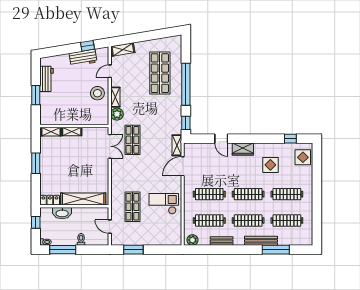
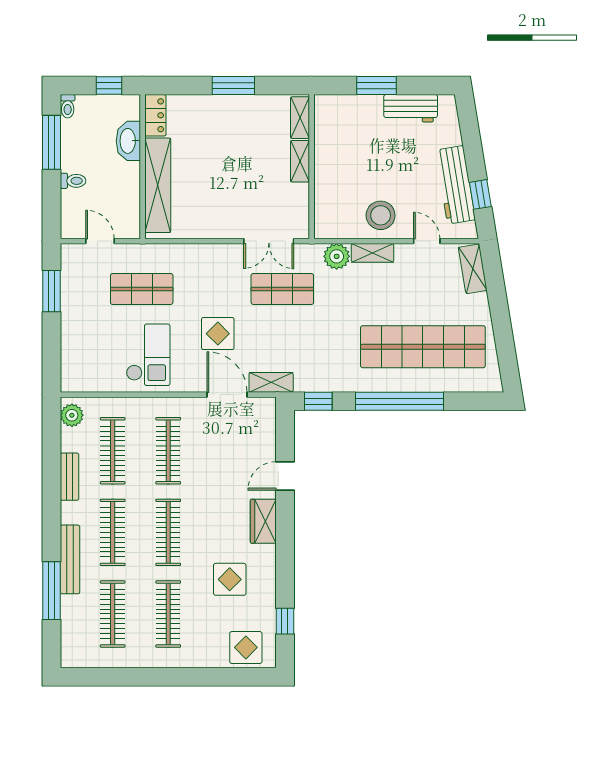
workbench: (83, 58) -> (455, 185), width x1.38
shop shelf: (160, 73) -> (423, 347), width x1.40
display table: (154, 171) -> (218, 334), added
door: (110, 227) -> (100, 241), hinge flipped

